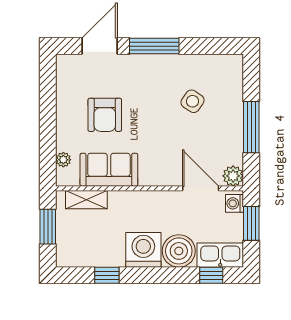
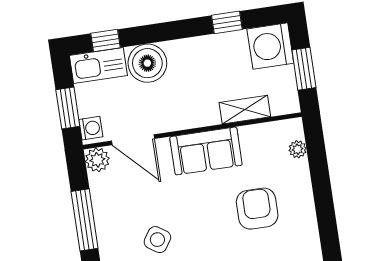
sofa: (109, 170) -> (206, 151), moved
shelving: (86, 200) -> (245, 110), moved
washing machine: (143, 250) -> (270, 46), moved, turned 90

